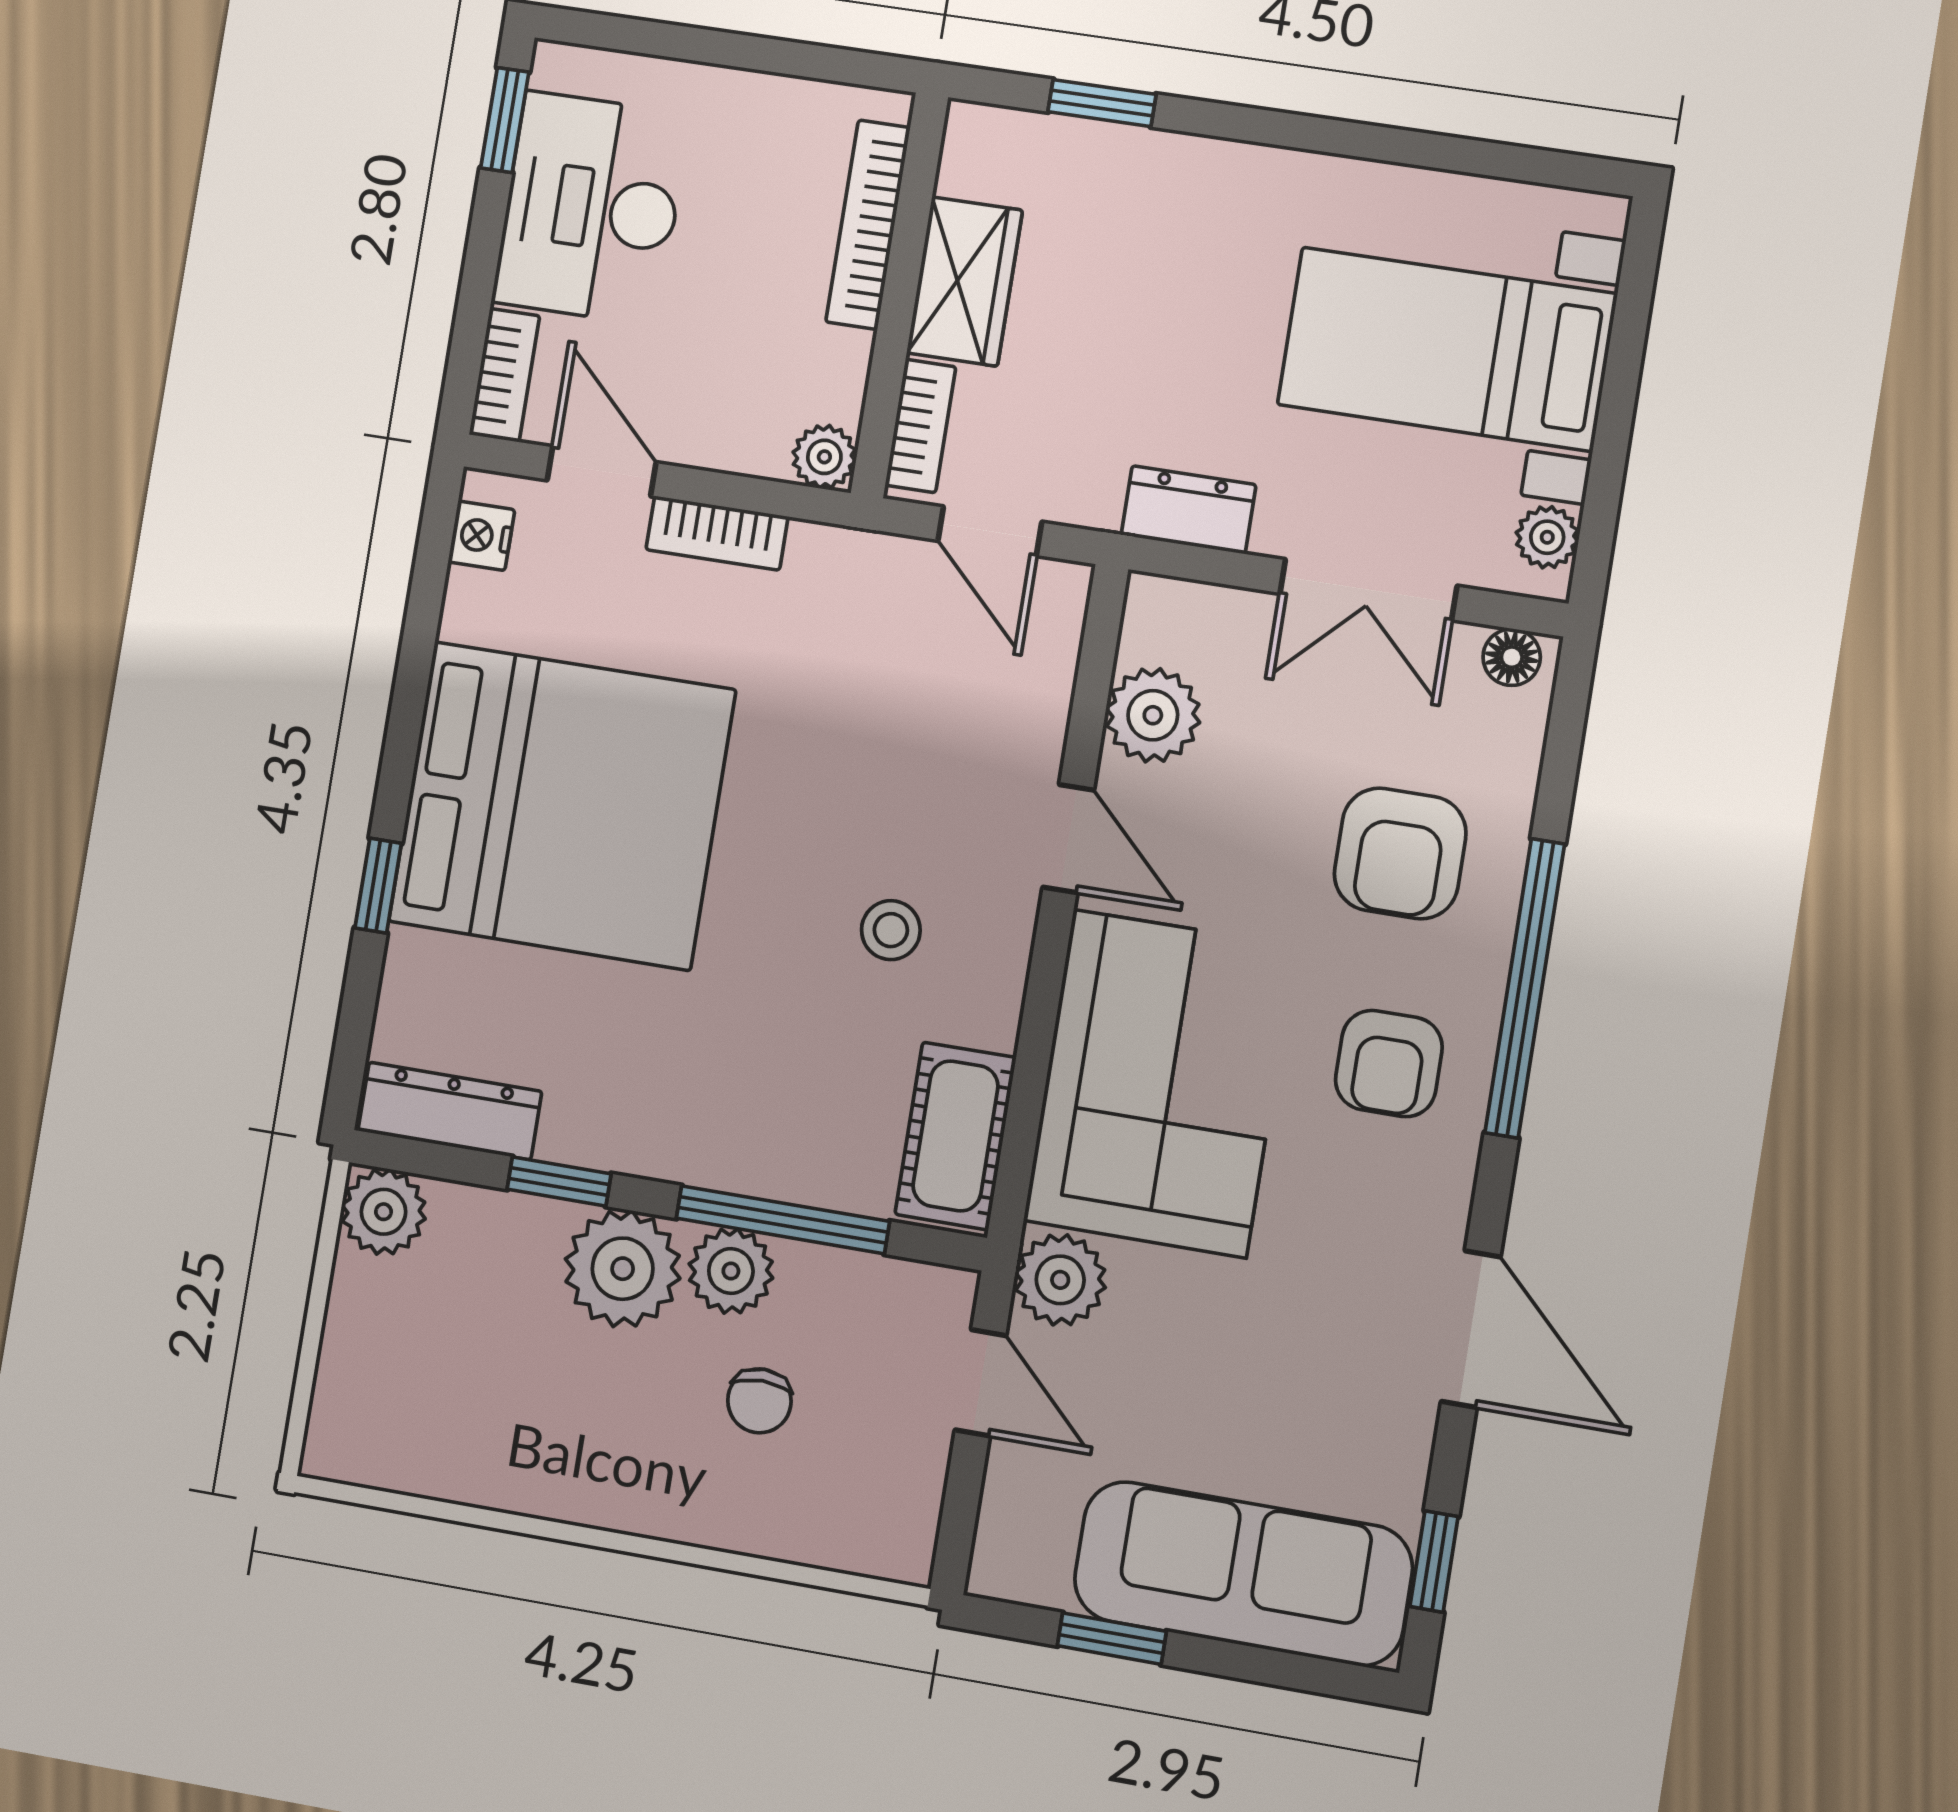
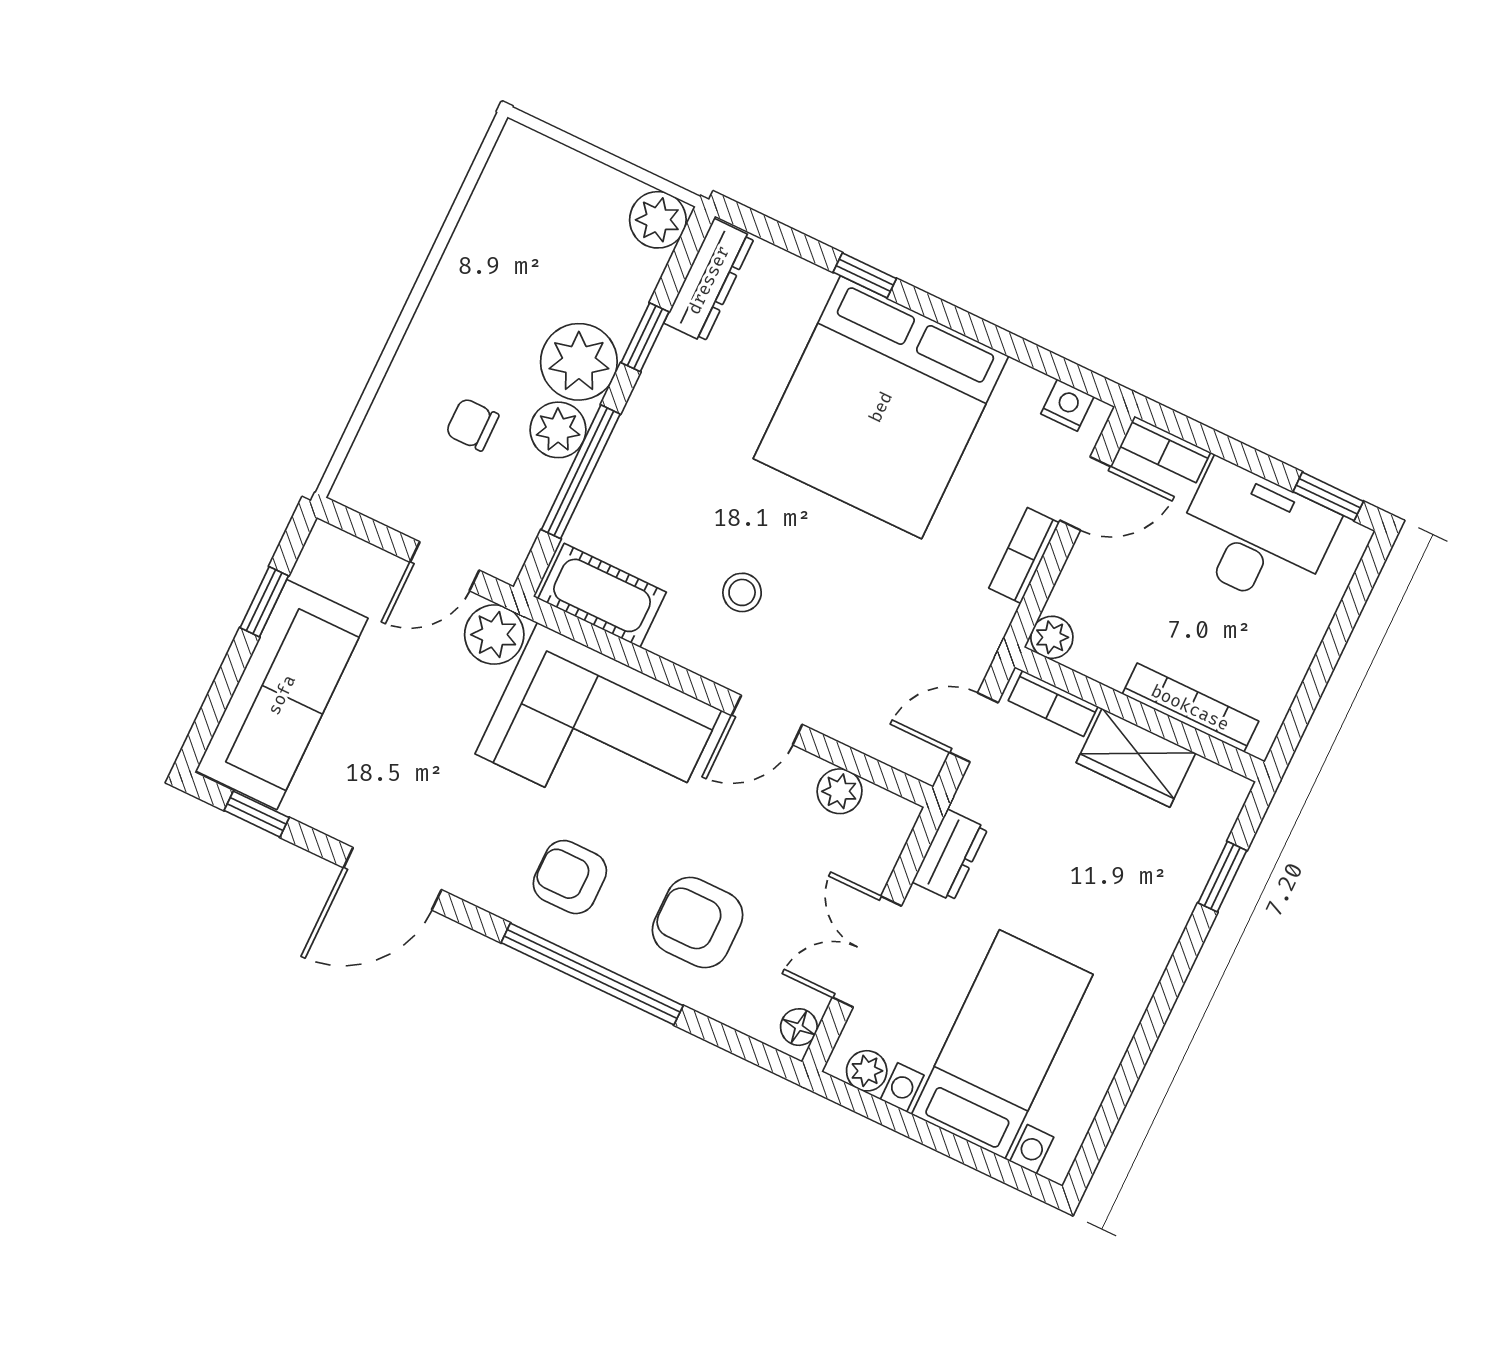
plant: (1153, 715) -> (840, 791), width x0.73, depth x0.73

